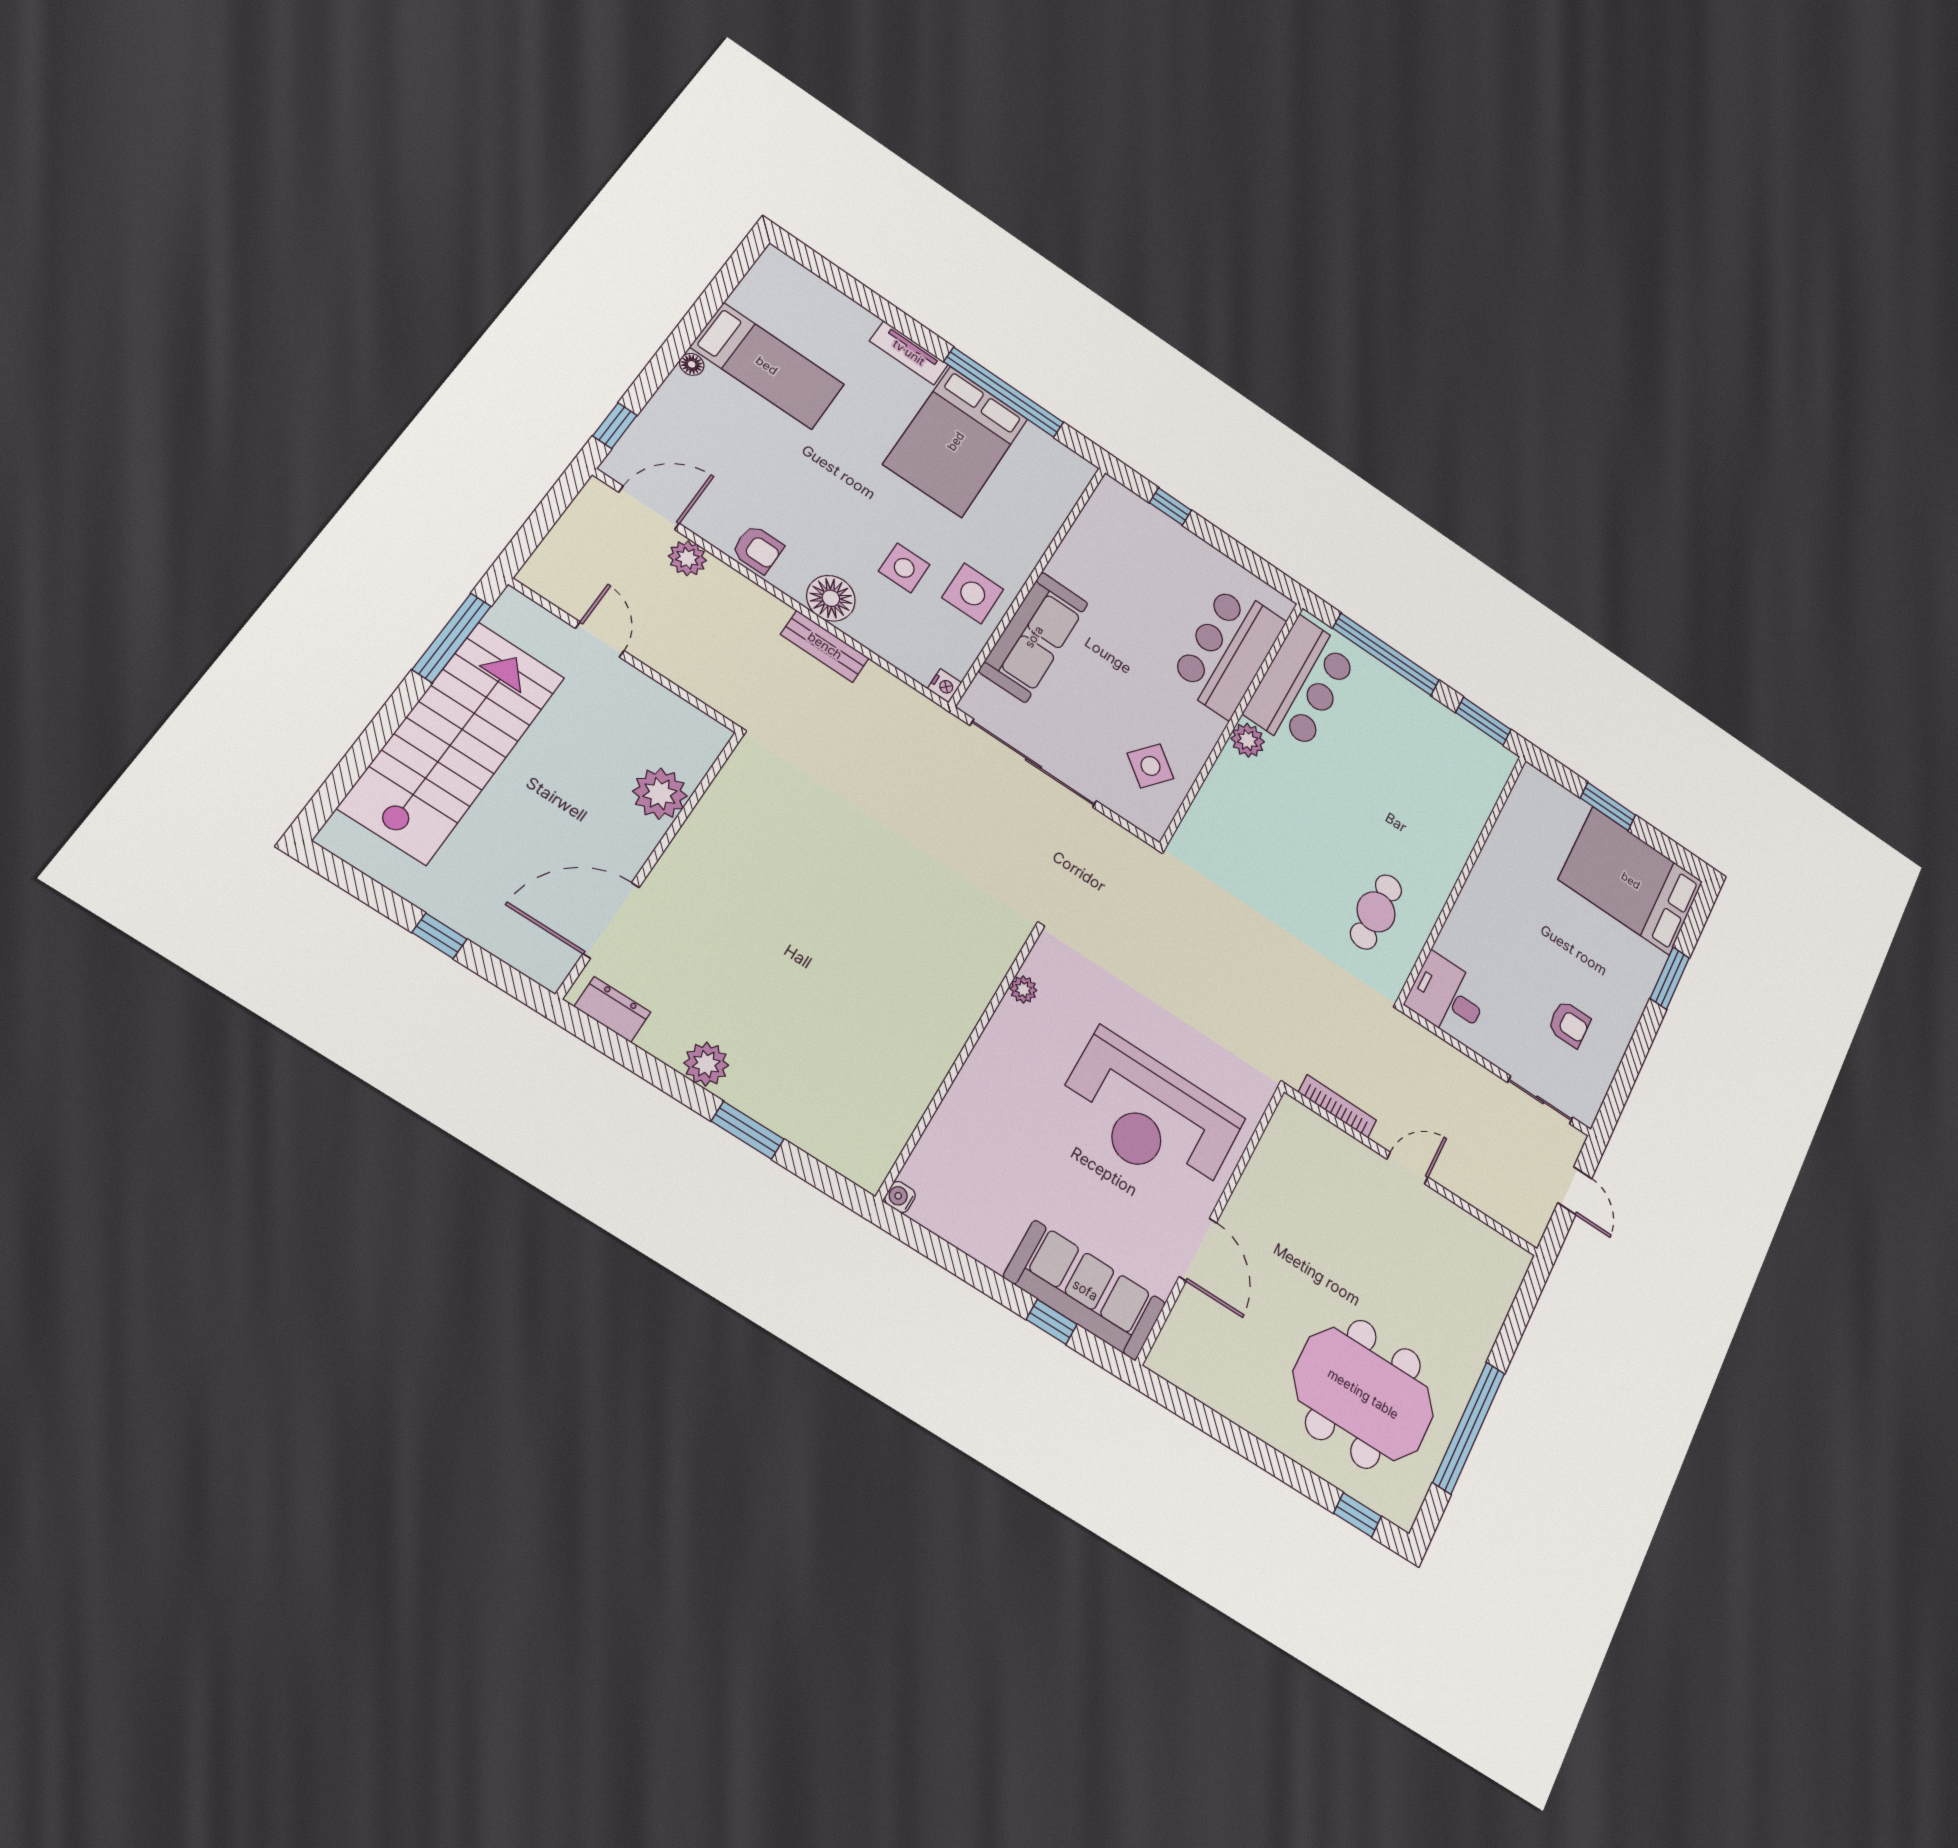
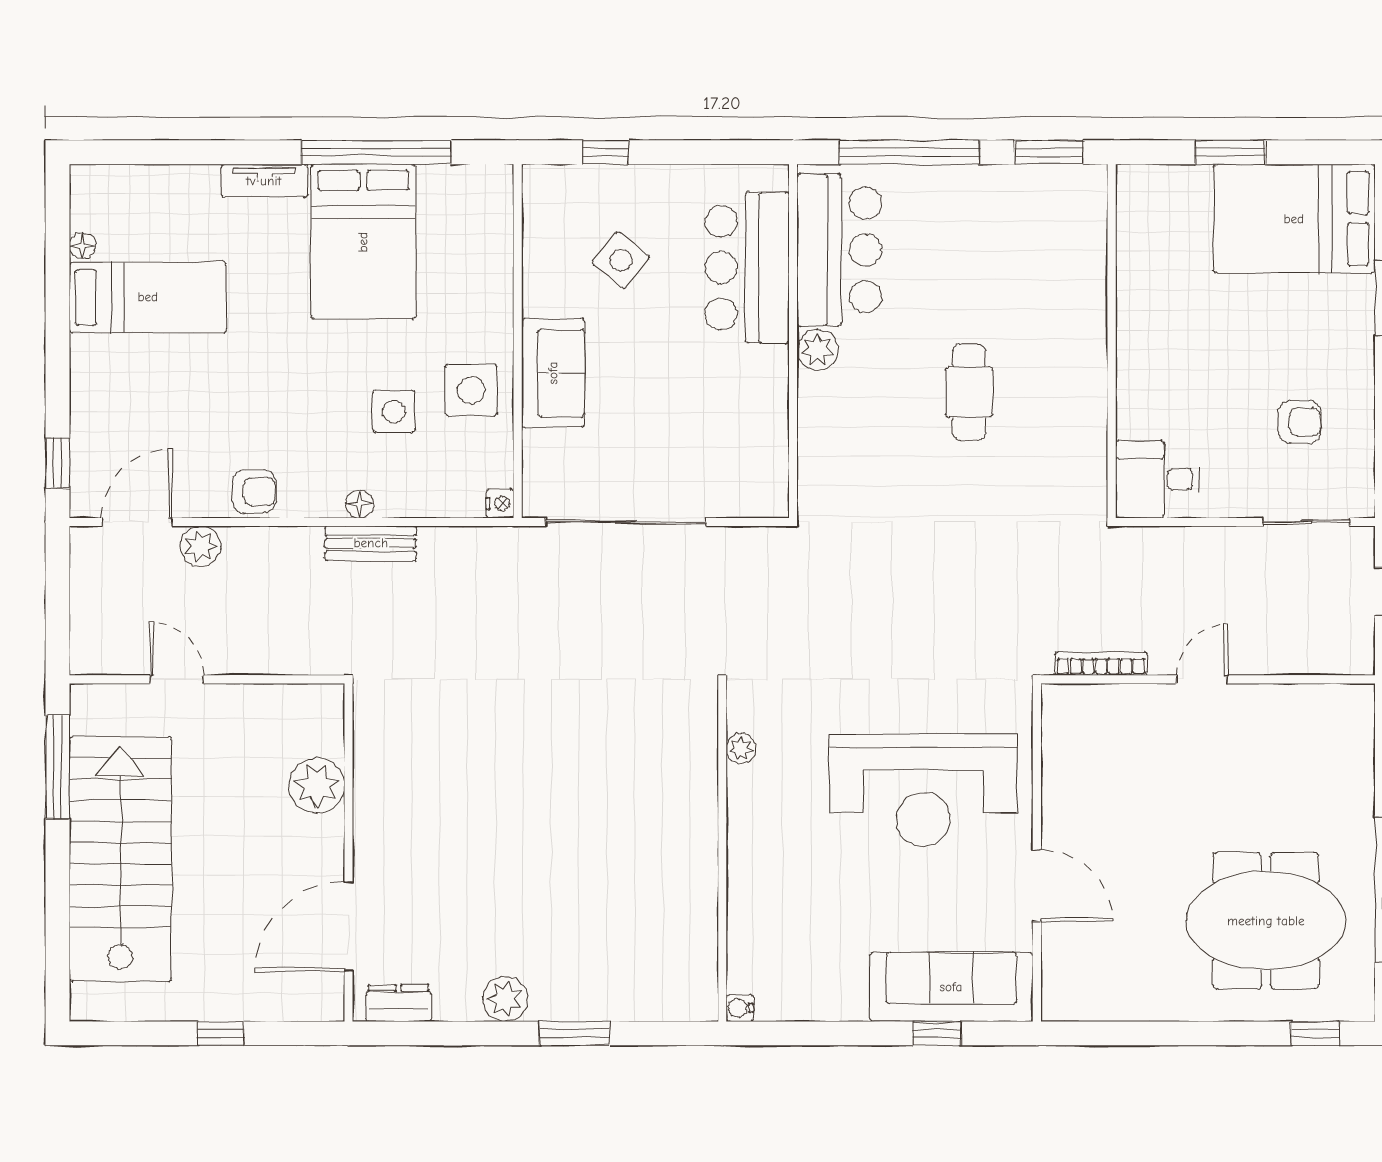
floor lamp: (692, 364) -> (82, 246), moved
floor lamp: (831, 598) -> (360, 504), width x0.53, depth x0.53
sofa: (1034, 637) -> (553, 373), width x0.73
side table: (1150, 766) -> (621, 260), moved
cafe table: (1376, 912) -> (969, 392), moved

